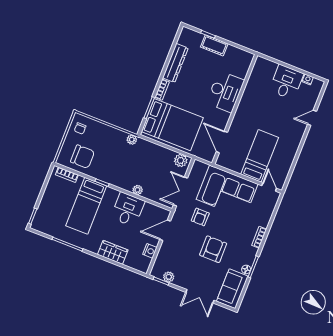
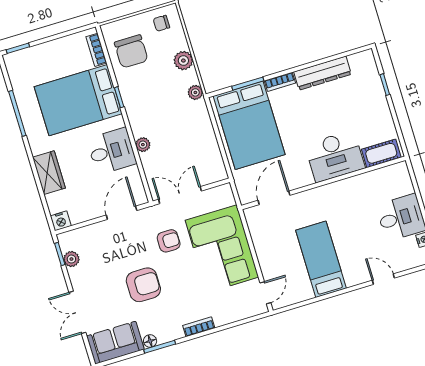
cot: (214, 45) -> (381, 153), moved, turned 90
bed: (260, 156) -> (321, 259), moved, turned -90
plant: (181, 160) -> (183, 61), moved
bed: (86, 206) -> (78, 100), width x1.50
armchair: (200, 217) -> (169, 241), turned 180
door: (165, 230) -> (122, 213), hinge flipped
nightstand: (150, 251) -> (61, 221), moved

